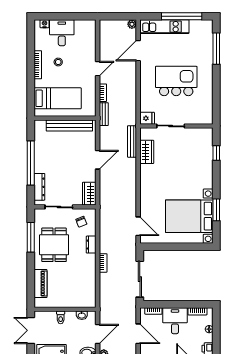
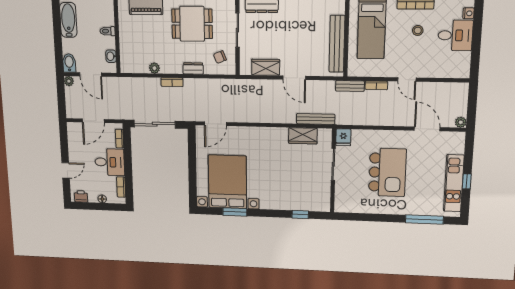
window: (182, 16) -> (467, 181), width x0.32
kitchen unit: (164, 27) -> (454, 183), moved
wardrobe: (89, 194) -> (266, 67), moved
plant: (91, 278) -> (154, 68), added

